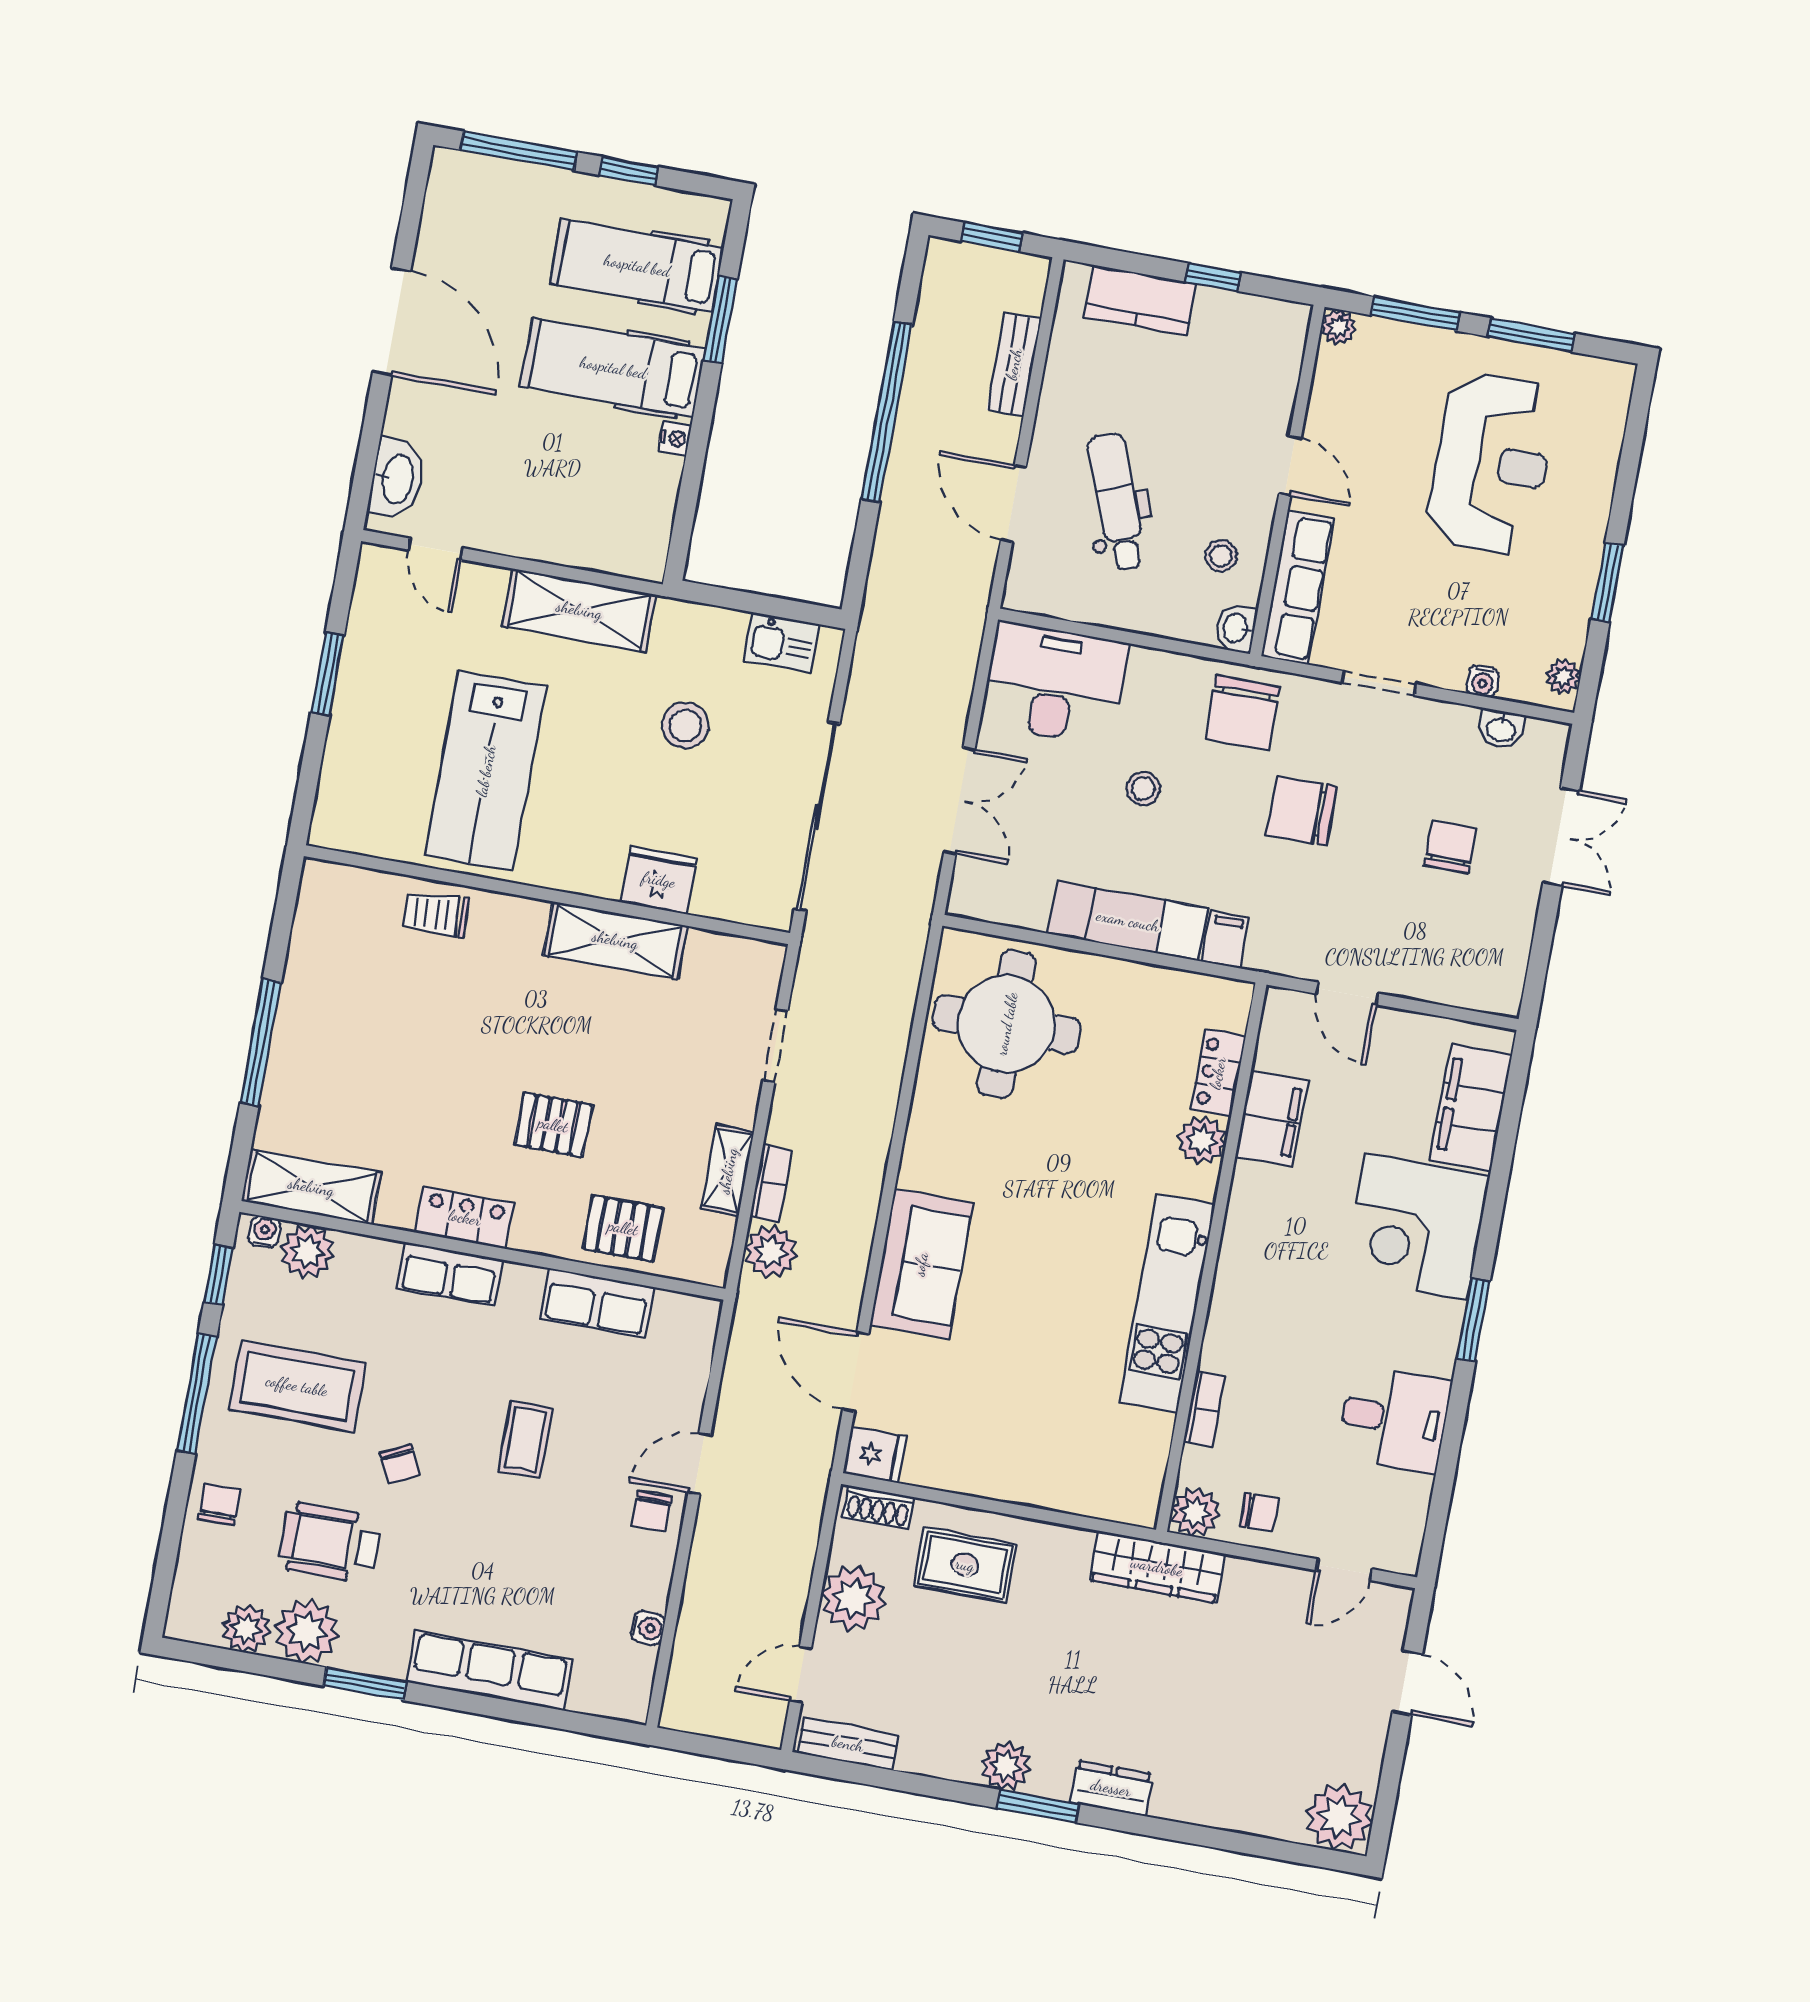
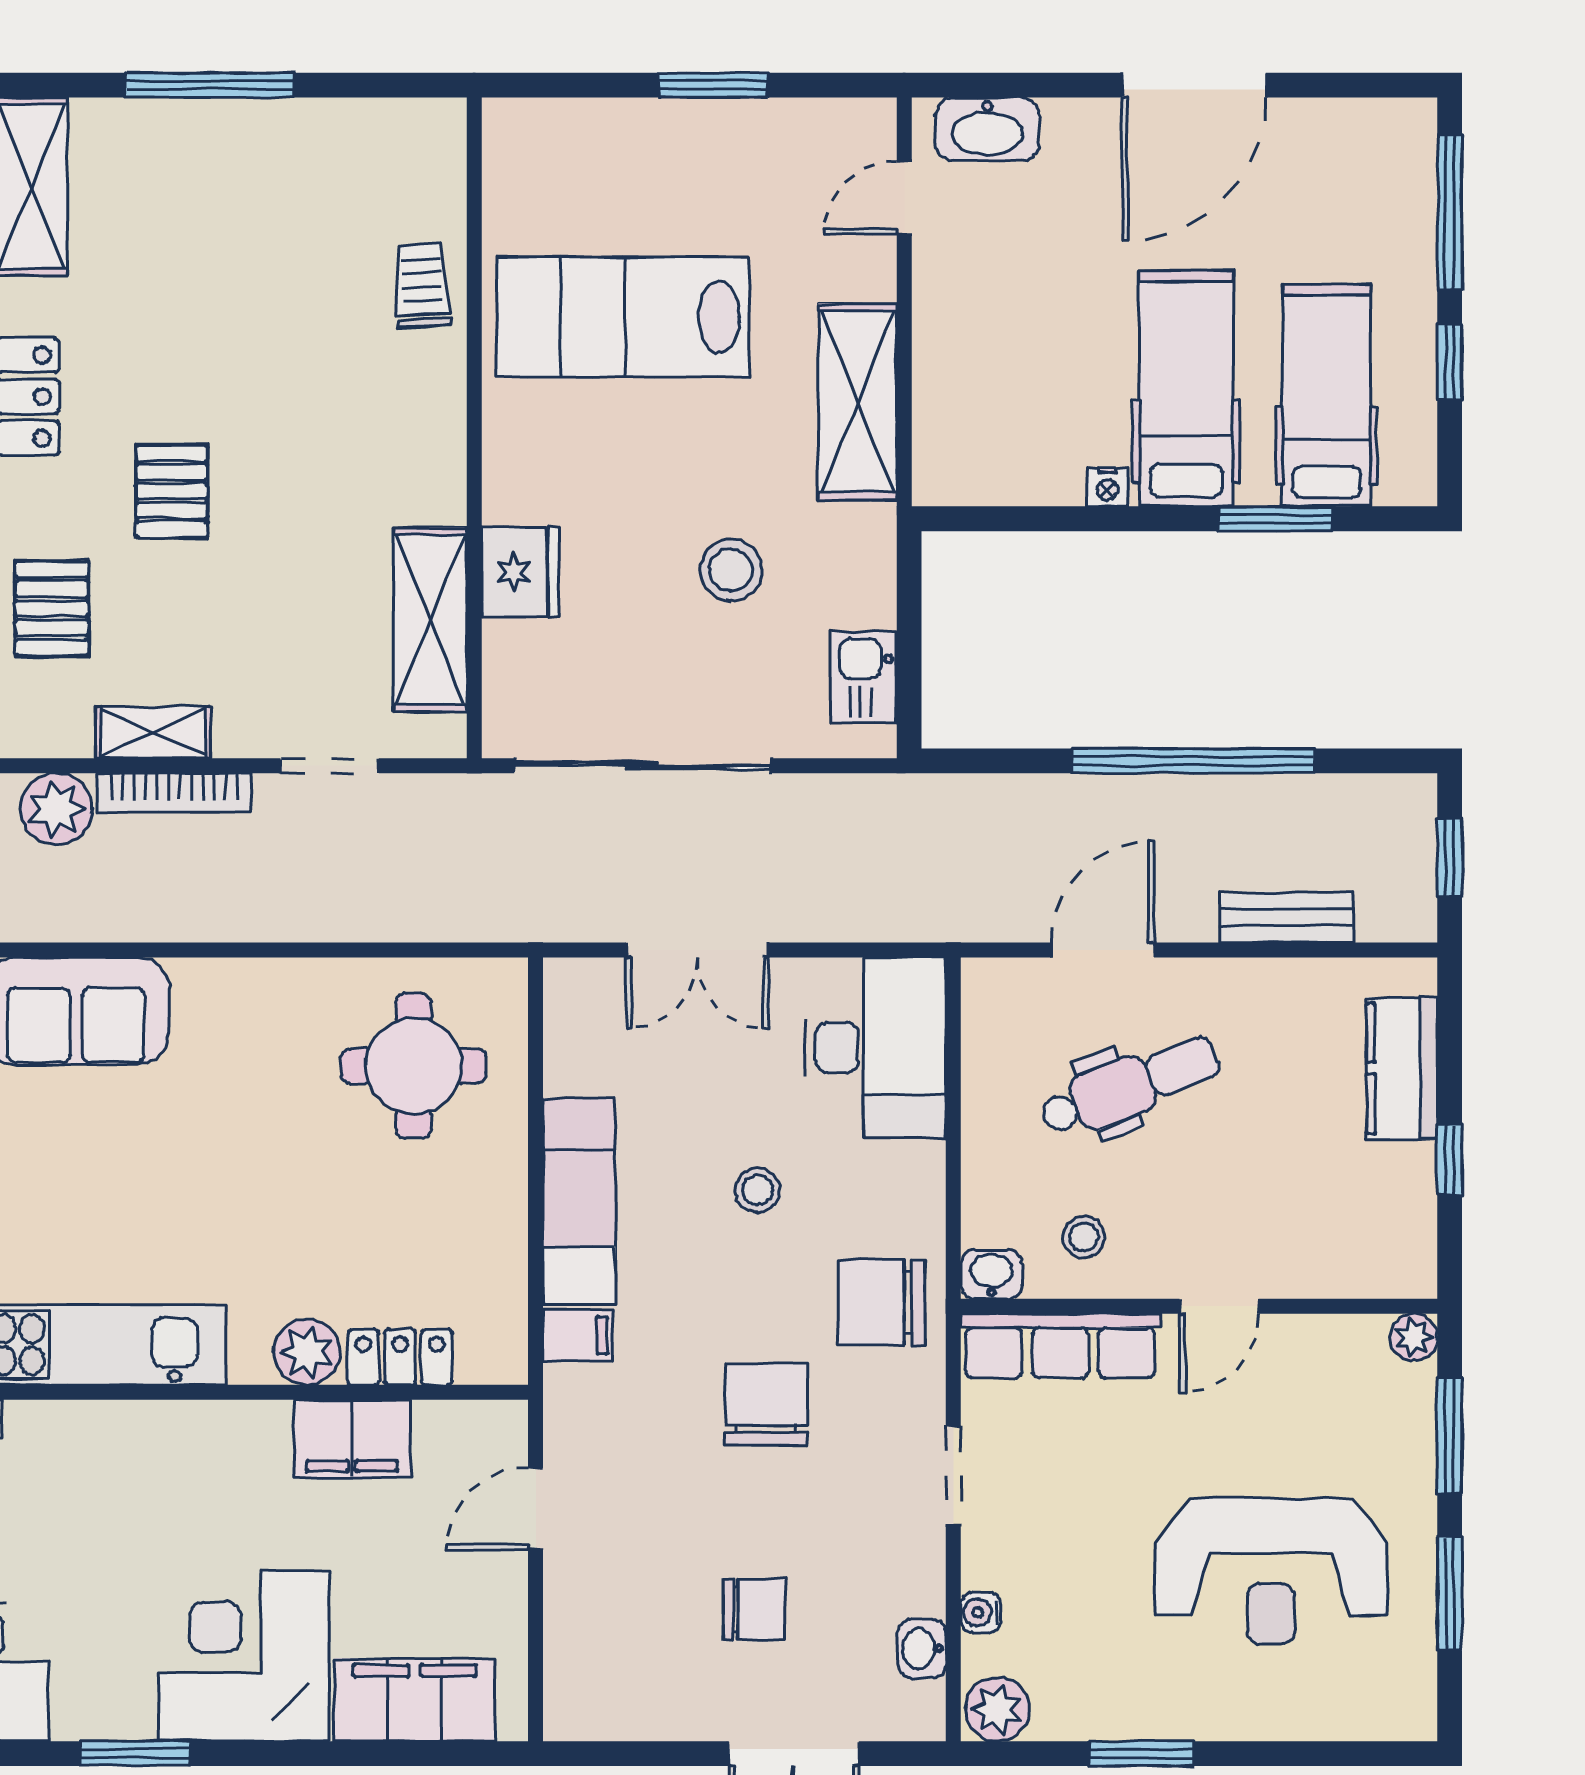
plant: (1563, 677) -> (997, 1709), width x1.38, depth x1.38
shelving: (615, 940) -> (430, 619), moved
round table: (1007, 1024) -> (414, 1066), width x0.73, depth x0.73
bookcase: (771, 1183) -> (174, 793), width x1.56

